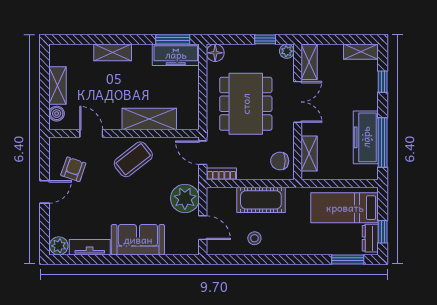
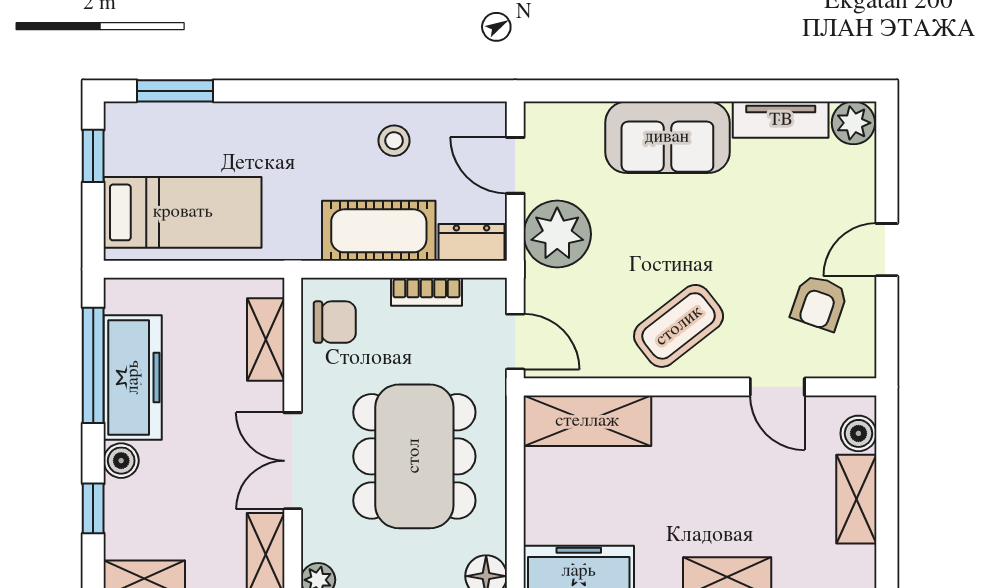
boiler: (371, 102) -> (121, 461), added
shelving: (149, 119) -> (587, 421), moved
bookcase: (221, 174) -> (427, 292), moved
dresser: (370, 238) -> (472, 242), moved, turned -90

